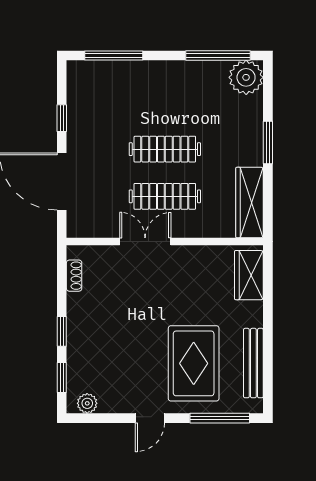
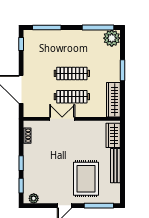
window: (62, 118) -> (21, 44), moved
bench: (253, 363) -> (115, 166), moved

